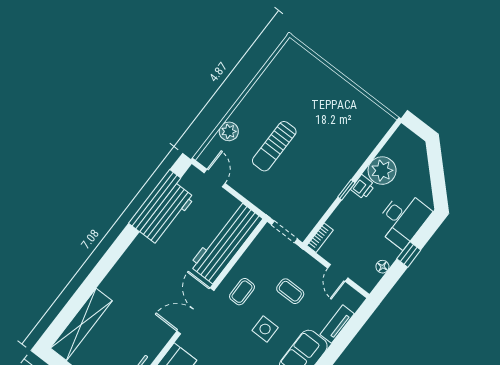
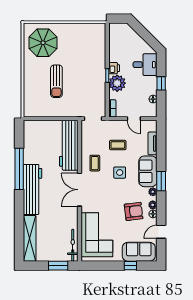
parasol: (296, 82) -> (43, 43), added
plant: (229, 131) -> (29, 91), removed
plant: (382, 171) -> (117, 83), moved
door: (215, 178) -> (40, 119), removed
window: (155, 201) -> (19, 169), moved
workbench: (167, 215) -> (33, 189), moved, width x1.36, depth x1.32
desk: (403, 219) -> (145, 65), width x0.73

